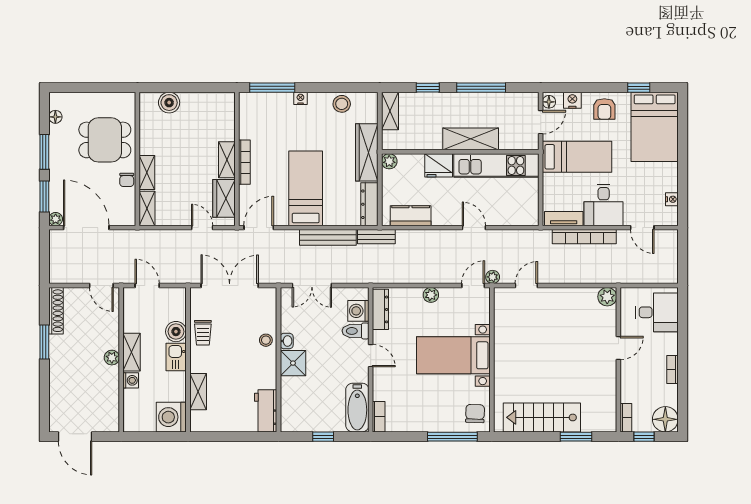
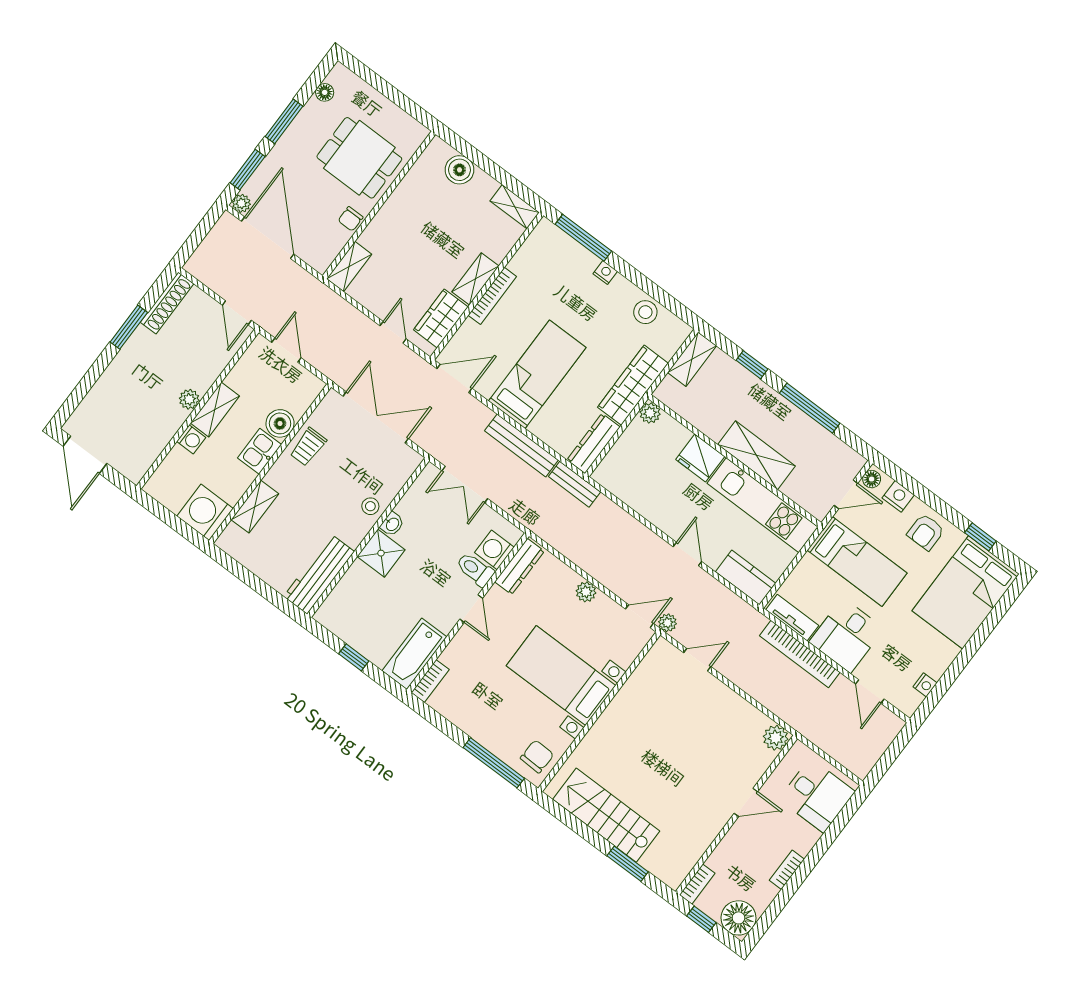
shelving: (147, 172) -> (515, 207), moved, turned 90
kitchen counter: (411, 216) -> (746, 578), moved
workbench: (266, 411) -> (319, 574), width x1.38

